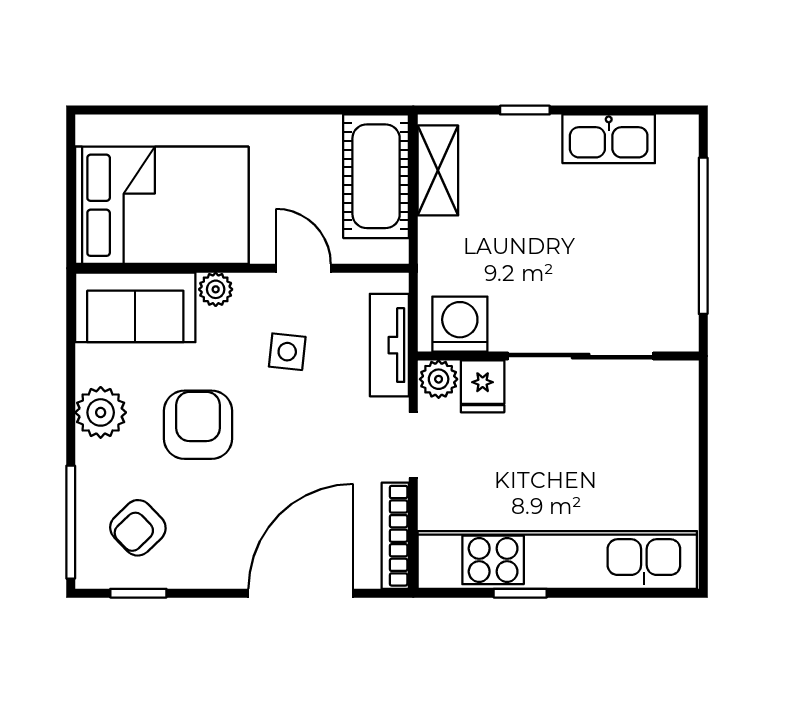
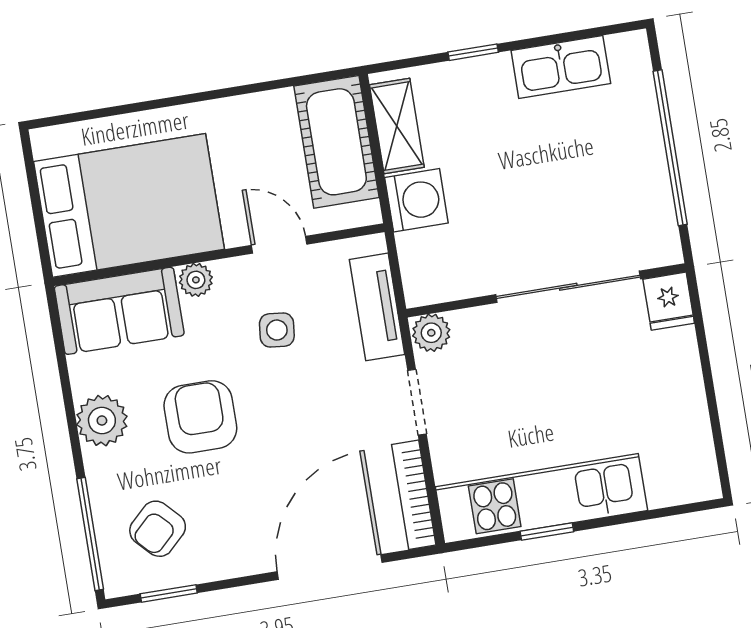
washing machine: (460, 324) -> (416, 200), moved, turned 90
fridge: (483, 386) -> (669, 301), moved
kitchen unit: (557, 560) -> (541, 499), width x0.73

